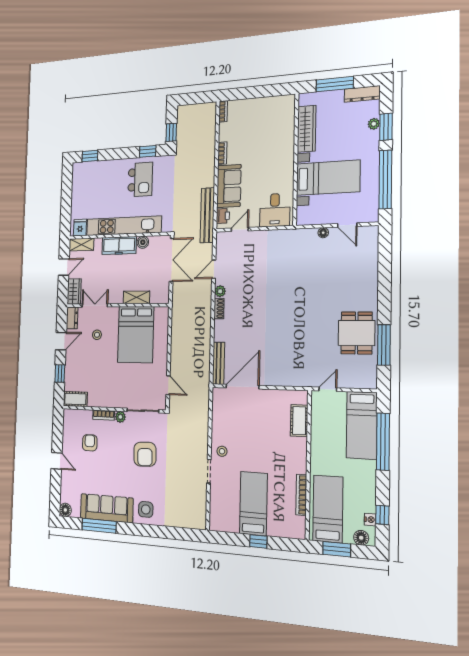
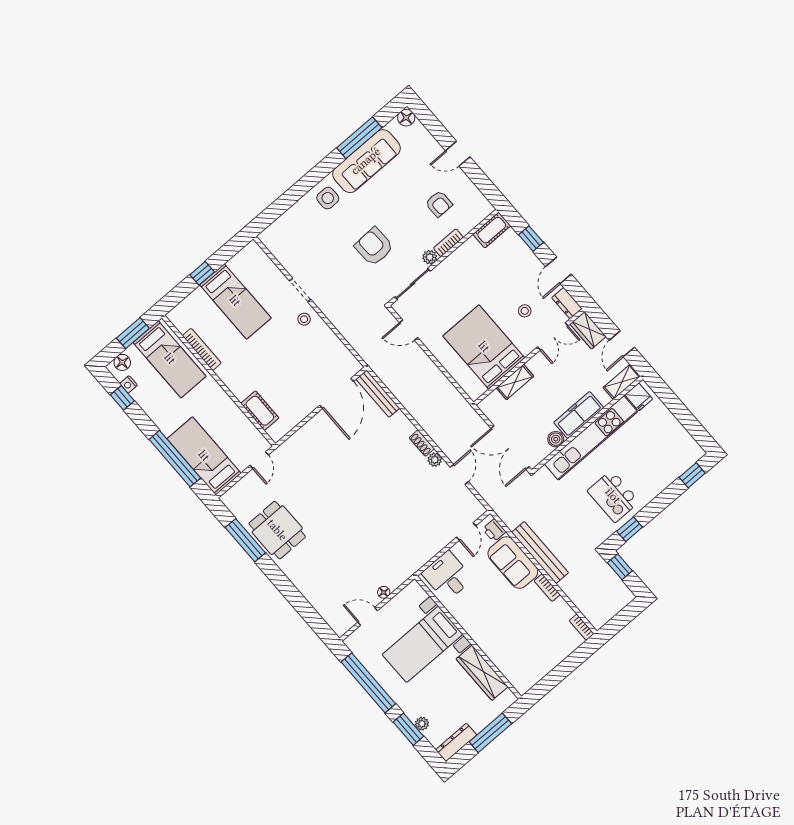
bench: (207, 215) -> (540, 552), moved

